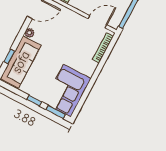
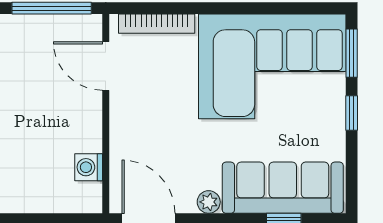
corner sofa: (67, 91) -> (272, 66), width x1.36, depth x1.36

